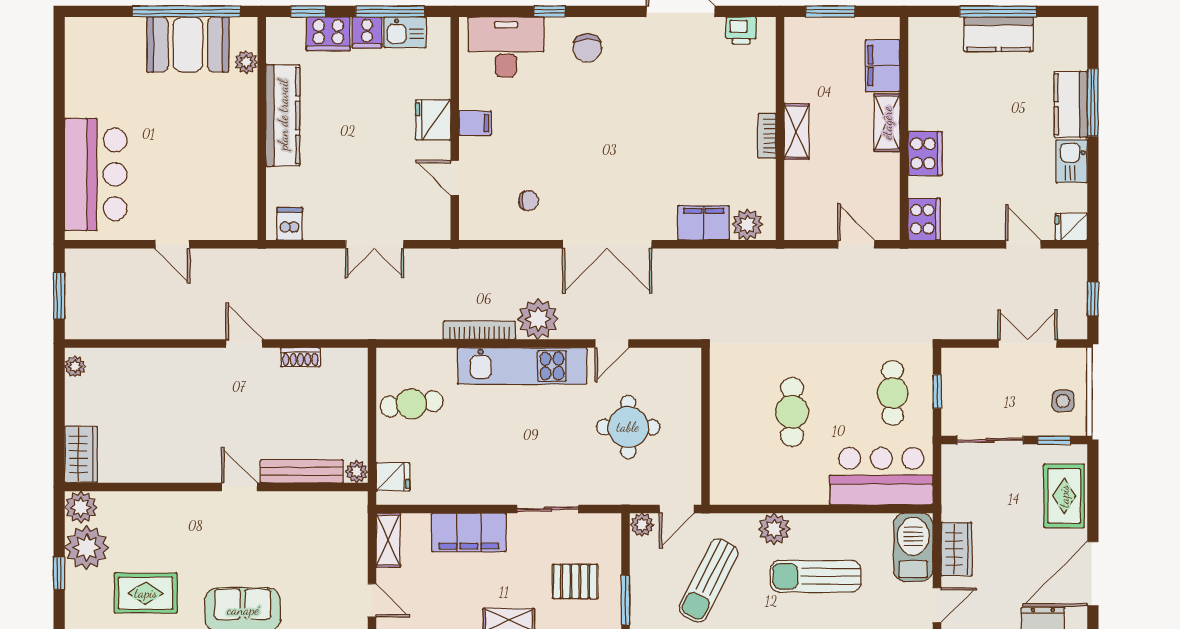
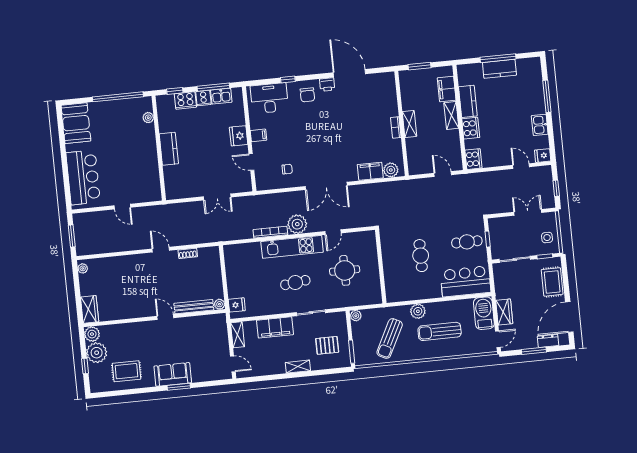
printer: (741, 31) -> (327, 85), moved
booth: (188, 45) -> (76, 123), moved, turned 90
kitchen counter: (1071, 104) -> (468, 101), moved, turned 180
kitchen counter: (283, 115) -> (169, 149), width x0.67
dishwasher: (290, 224) -> (176, 191), removed
cafe table: (893, 393) -> (467, 242), turned 90
cafe table: (411, 404) -> (295, 283), moved
door: (677, 509) -> (371, 307), removed

